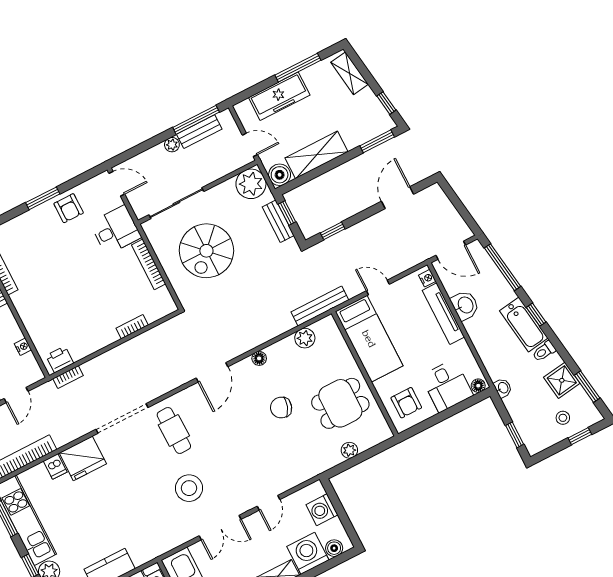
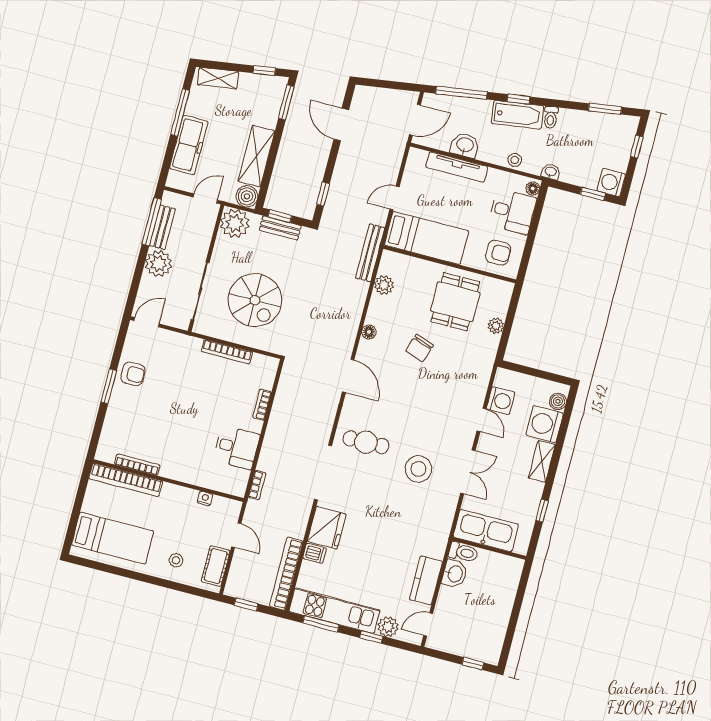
plant: (172, 145) -> (159, 264), width x1.88, depth x1.88
desk: (116, 230) -> (237, 447), moved, turned 90
nightstand: (427, 278) -> (420, 155), removed
printer: (60, 359) -> (239, 480), removed
shower: (562, 380) -> (584, 123), removed
stool: (563, 418) -> (515, 160), moved
washing machine: (536, 441) -> (611, 182), added
washing machine: (322, 510) -> (501, 401), moved, turned -90

